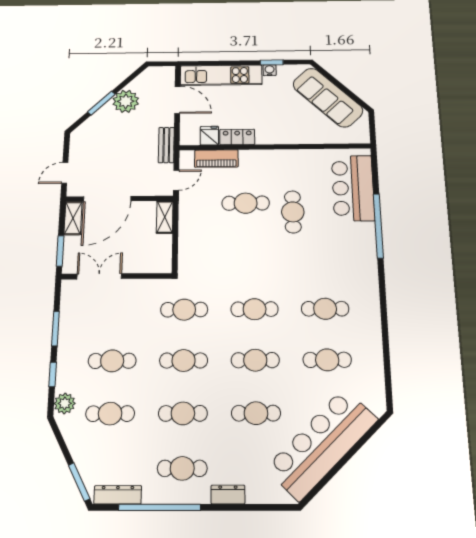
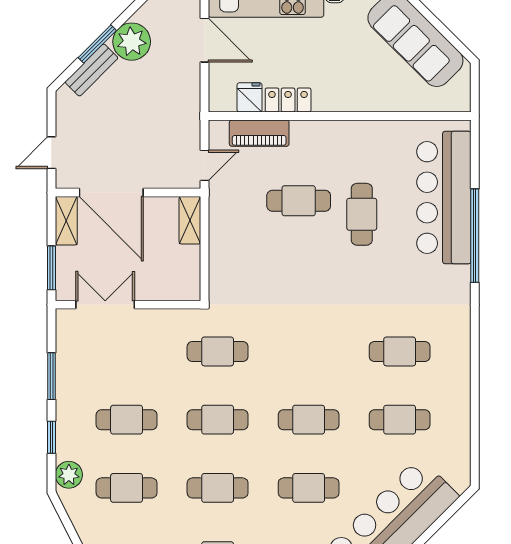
bench: (166, 145) -> (92, 70), moved, turned 45
bar counter: (353, 188) -> (444, 197), width x1.36
door: (107, 199) -> (111, 193), hinge flipped
cafe table: (255, 309) -> (309, 351), removed

